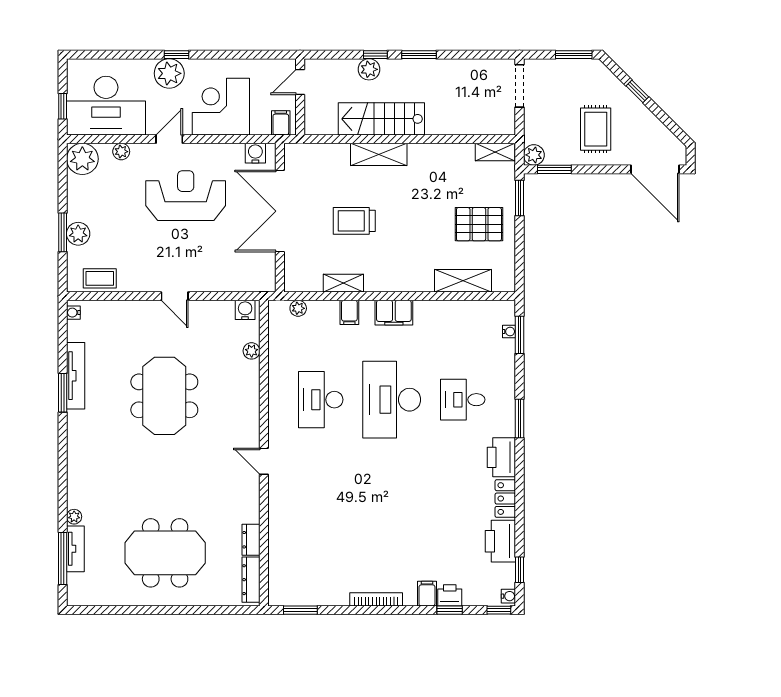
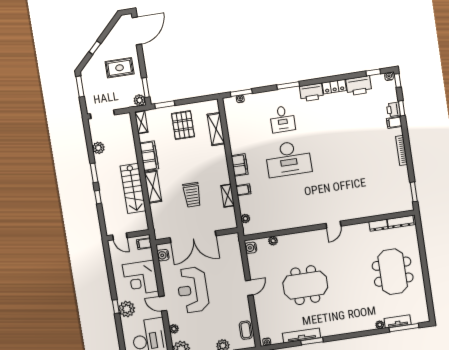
plant: (369, 69) -> (98, 148), moved
filing cabinet: (434, 156) -> (149, 156), added
desk: (321, 400) -> (294, 198), removed

